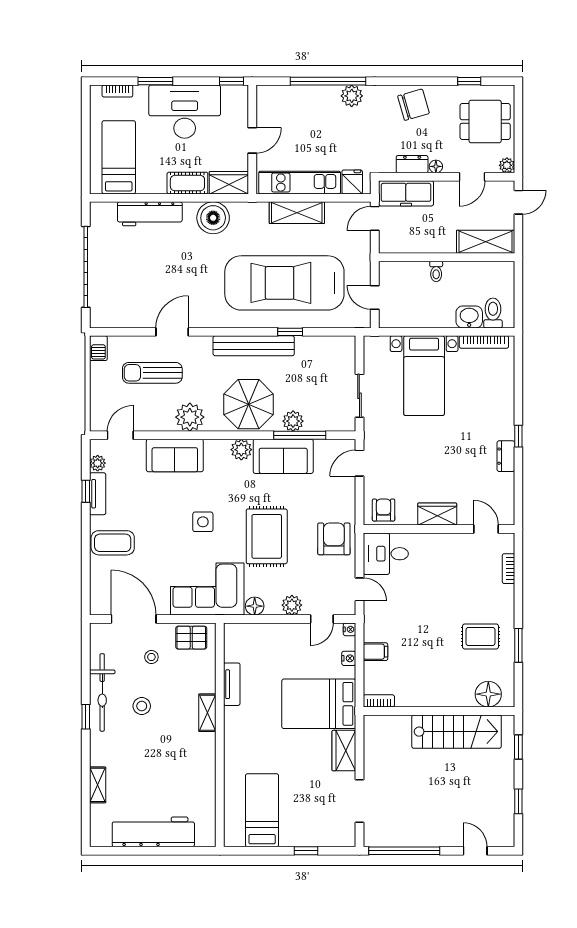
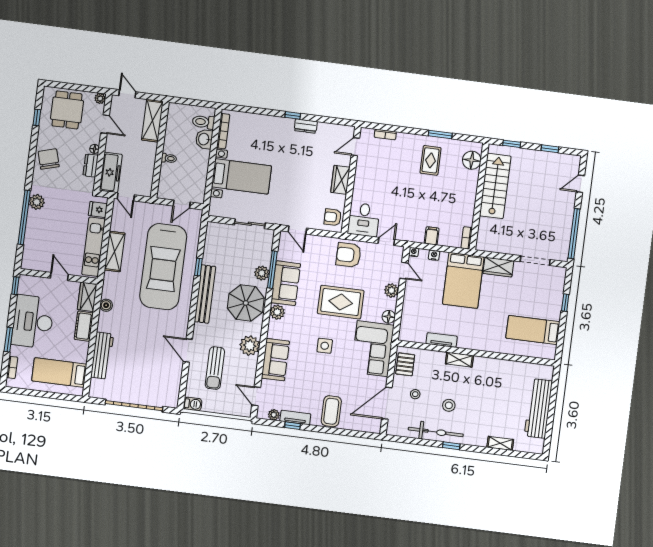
boiler: (213, 218) -> (106, 305), width x0.54, depth x0.54

